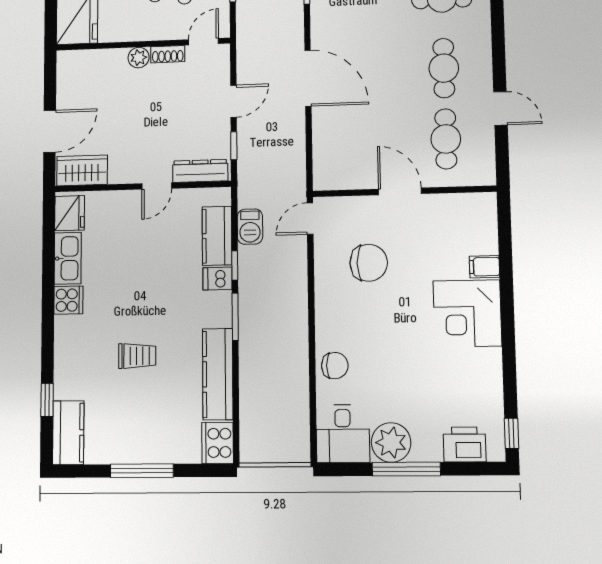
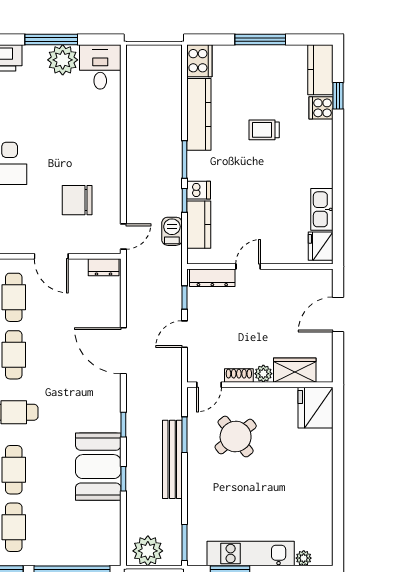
wardrobe: (82, 170) -> (295, 370), moved, turned 180
dresser: (334, 180) -> (104, 267), added
cooker: (68, 300) -> (321, 108), moved
chair: (335, 366) -> (105, 120), removed

